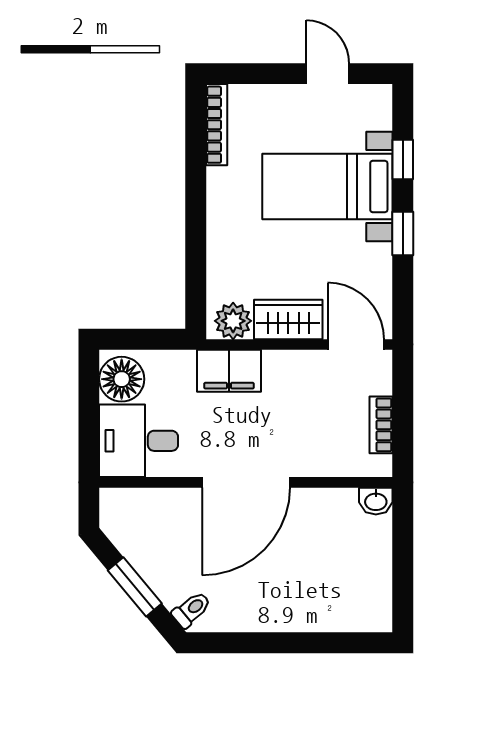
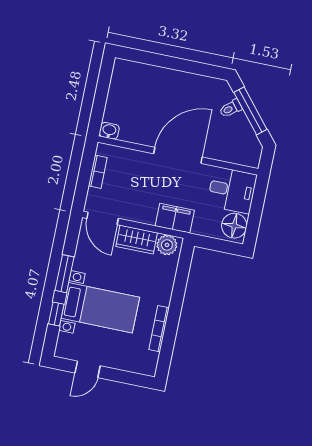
door: (328, 74) -> (88, 369), hinge flipped
bookcase: (217, 125) -> (159, 329), moved
window: (403, 233) -> (64, 274), width x1.50
window: (135, 587) -> (250, 111), width x1.44
toilet: (191, 610) -> (231, 108), moved

